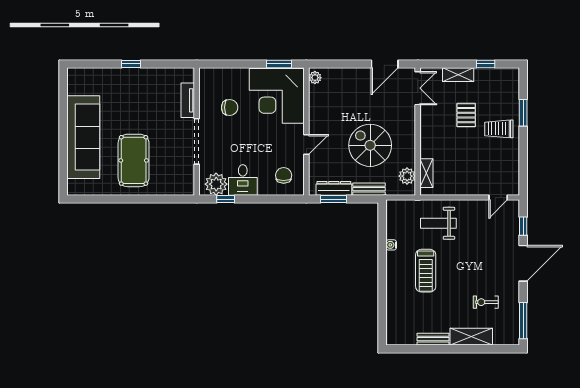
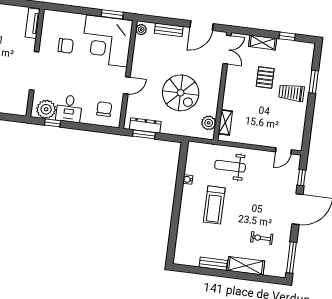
tv unit: (188, 100) -> (33, 23), moved
spiral stairs: (370, 145) -> (181, 93), turned 180
bench: (369, 189) -> (169, 30), moved

